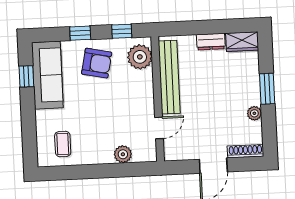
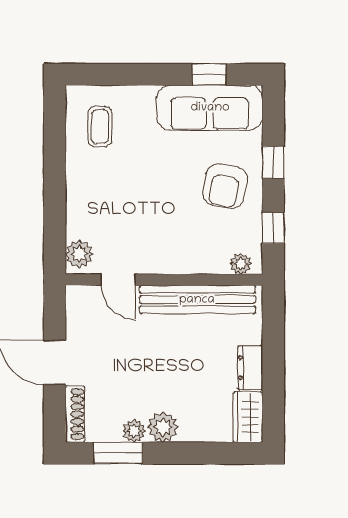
plant: (140, 57) -> (241, 264), width x0.53, depth x0.53
window: (267, 89) -> (118, 453), moved
plant: (251, 95) -> (163, 427), added
coffee table: (63, 144) -> (100, 127), turned 90
plant: (123, 154) -> (79, 254), moved

